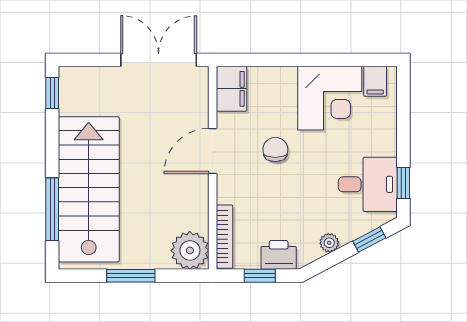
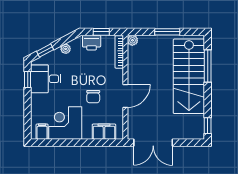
filing cabinet: (232, 89) -> (104, 132), moved, turned 90
plant: (190, 250) -> (132, 40), width x0.53, depth x0.53

